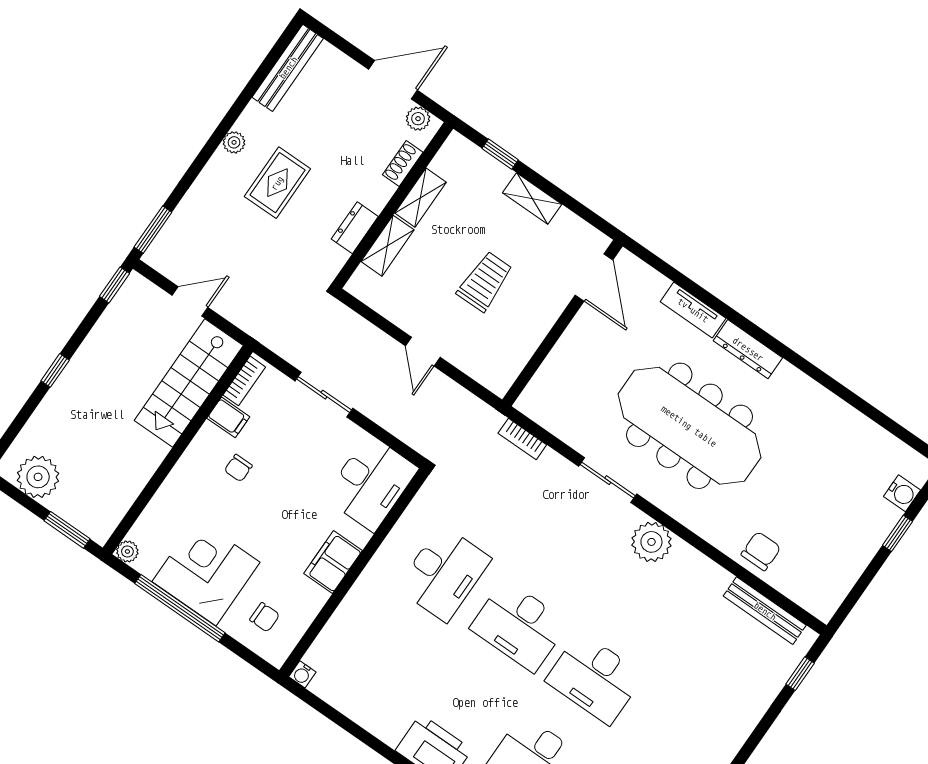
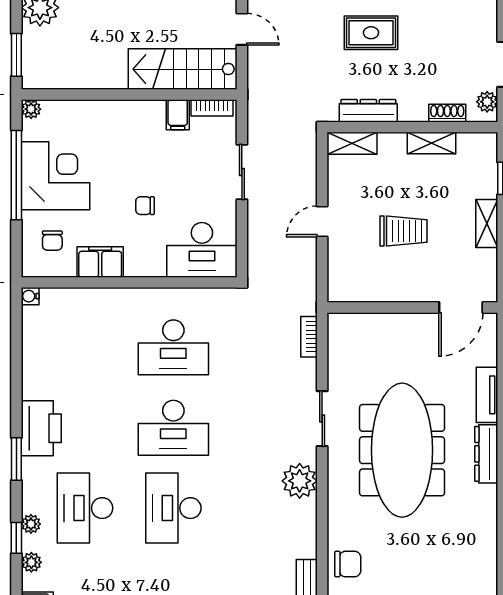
dresser: (355, 228) -> (368, 111), width x1.44
shelving: (388, 246) -> (352, 143), moved
chair: (238, 468) -> (145, 206), moved
filing cabinet: (333, 562) -> (100, 262), moved
desk: (519, 626) -> (173, 428), turned -90

